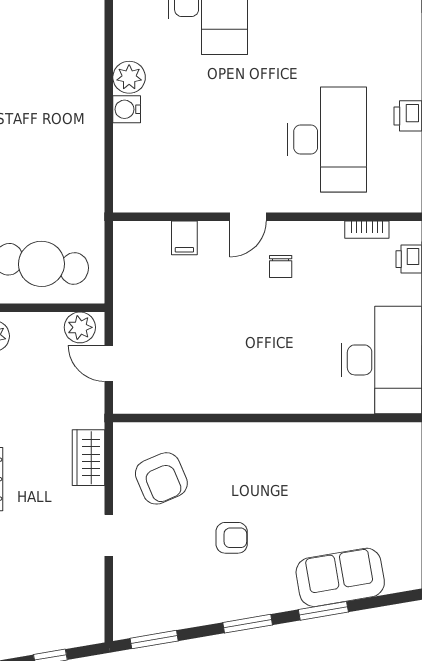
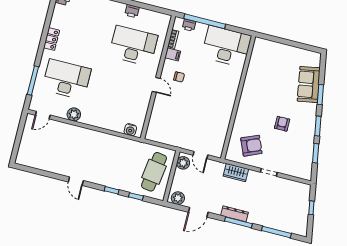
plant: (129, 77) -> (74, 114), moved
water cooler: (127, 109) -> (130, 130), moved
filing cabinet: (184, 238) -> (173, 54), moved
door: (109, 363) -> (200, 155), hinge flipped
window: (154, 640) -> (316, 153), moved

